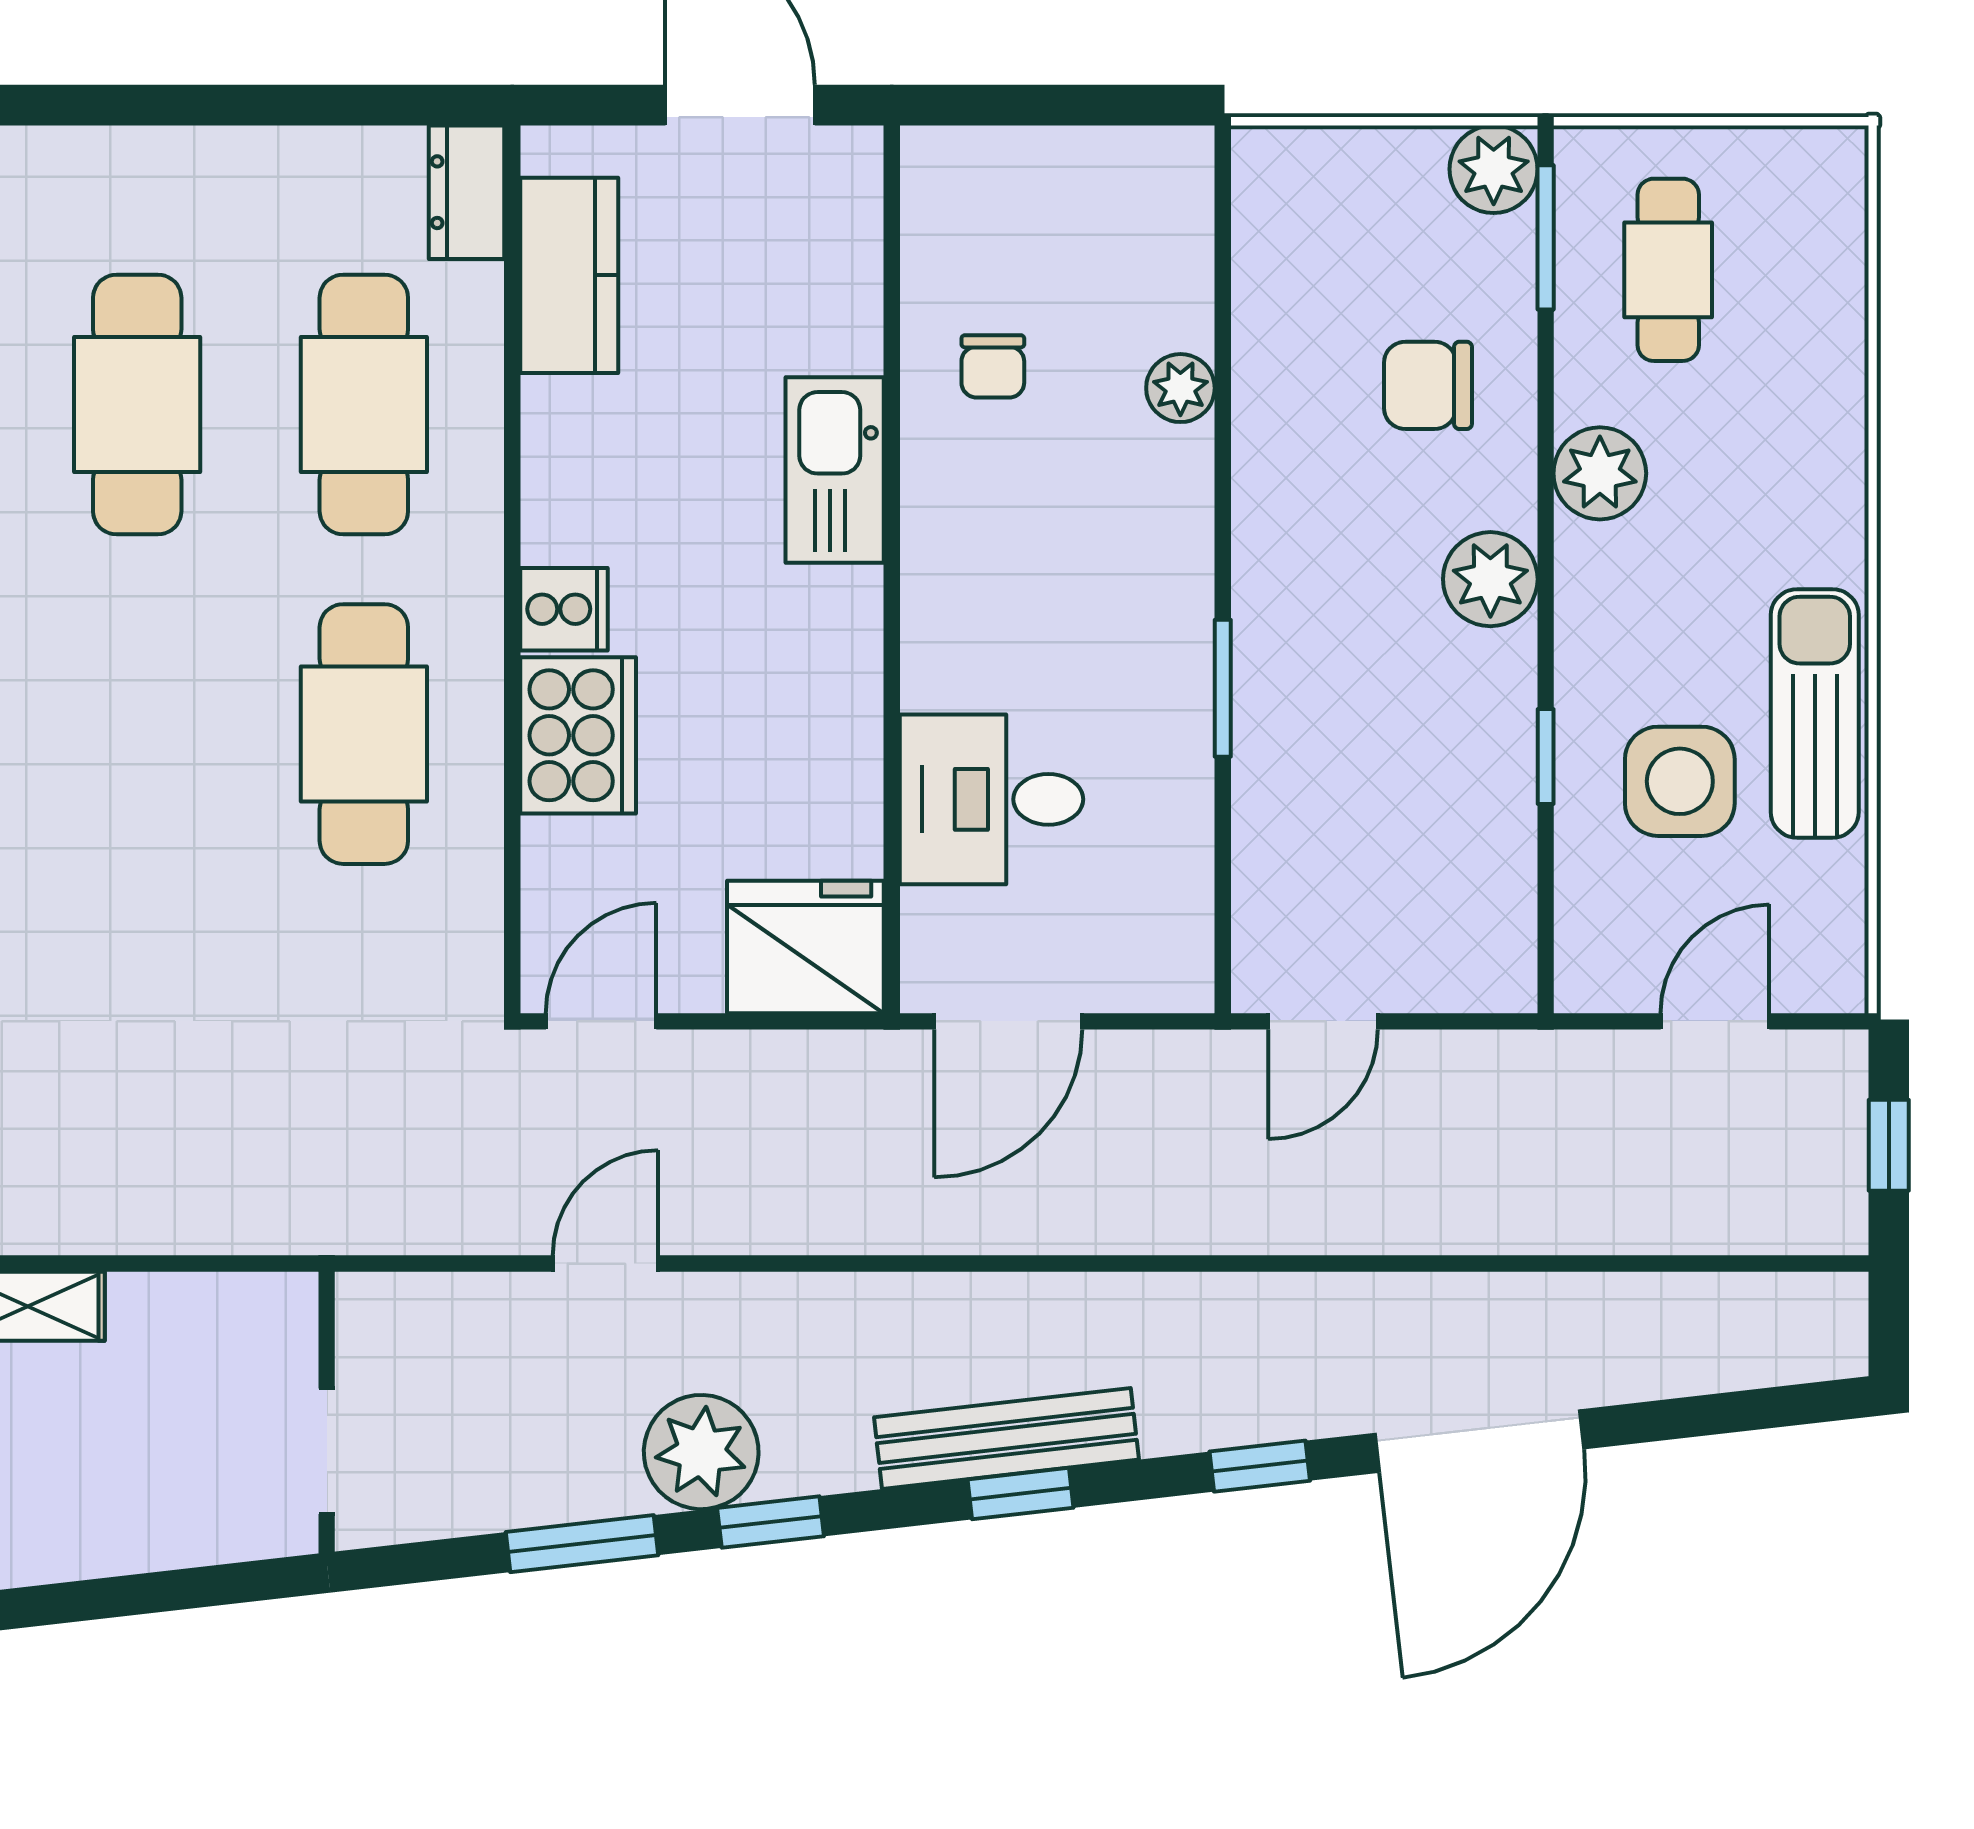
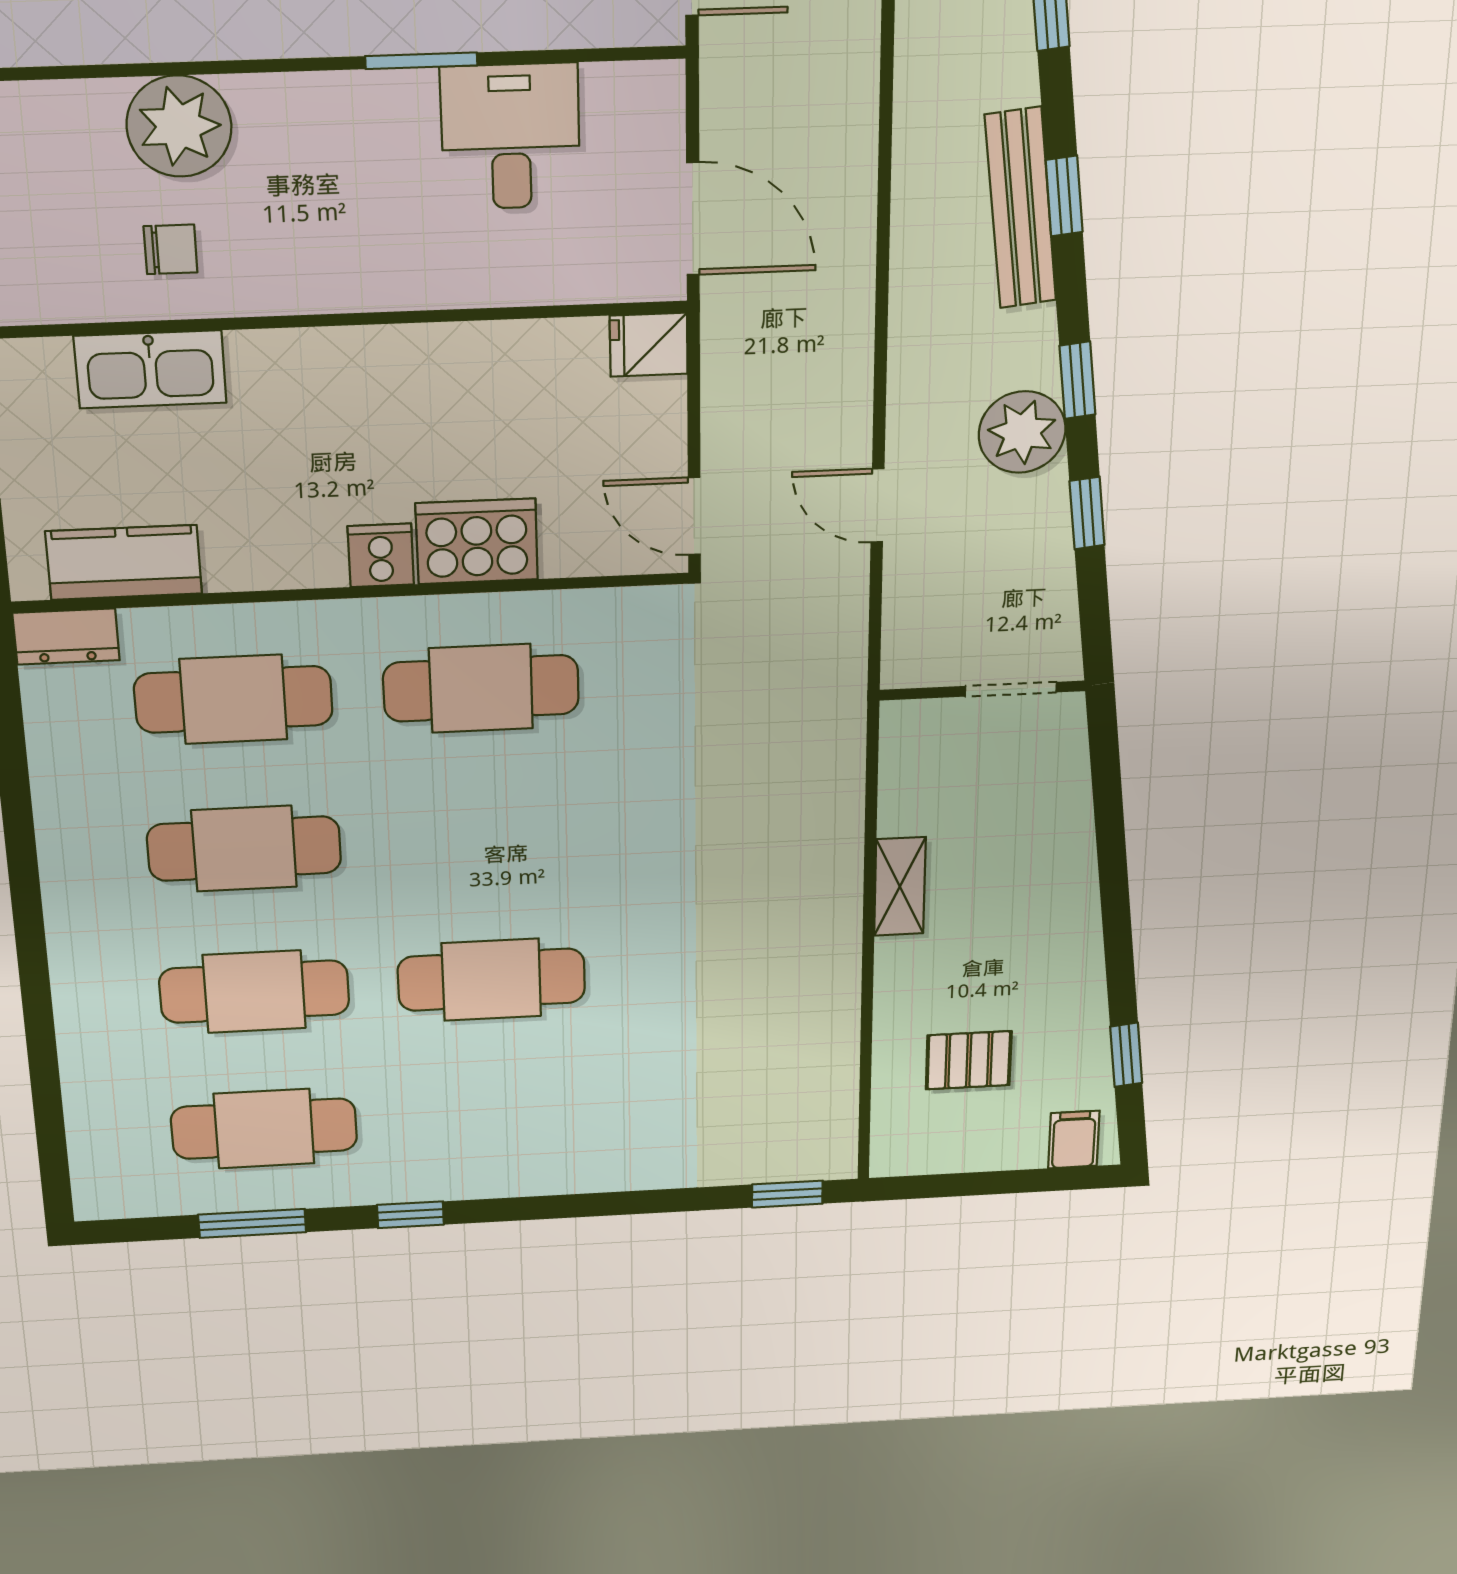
plant: (1180, 388) -> (179, 126), width x1.88, depth x1.88
kitchen sink: (835, 470) -> (150, 369), moved
desk: (991, 799) -> (511, 137), moved, turned 180
fridge: (805, 947) -> (649, 345), width x0.53, depth x0.75
window: (582, 1544) -> (1087, 513), width x0.67

